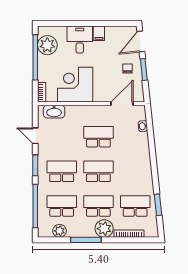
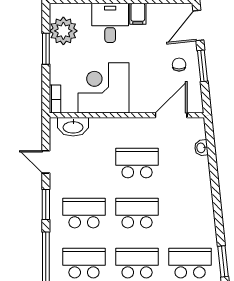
window: (35, 57) -> (46, 49), width x0.47

